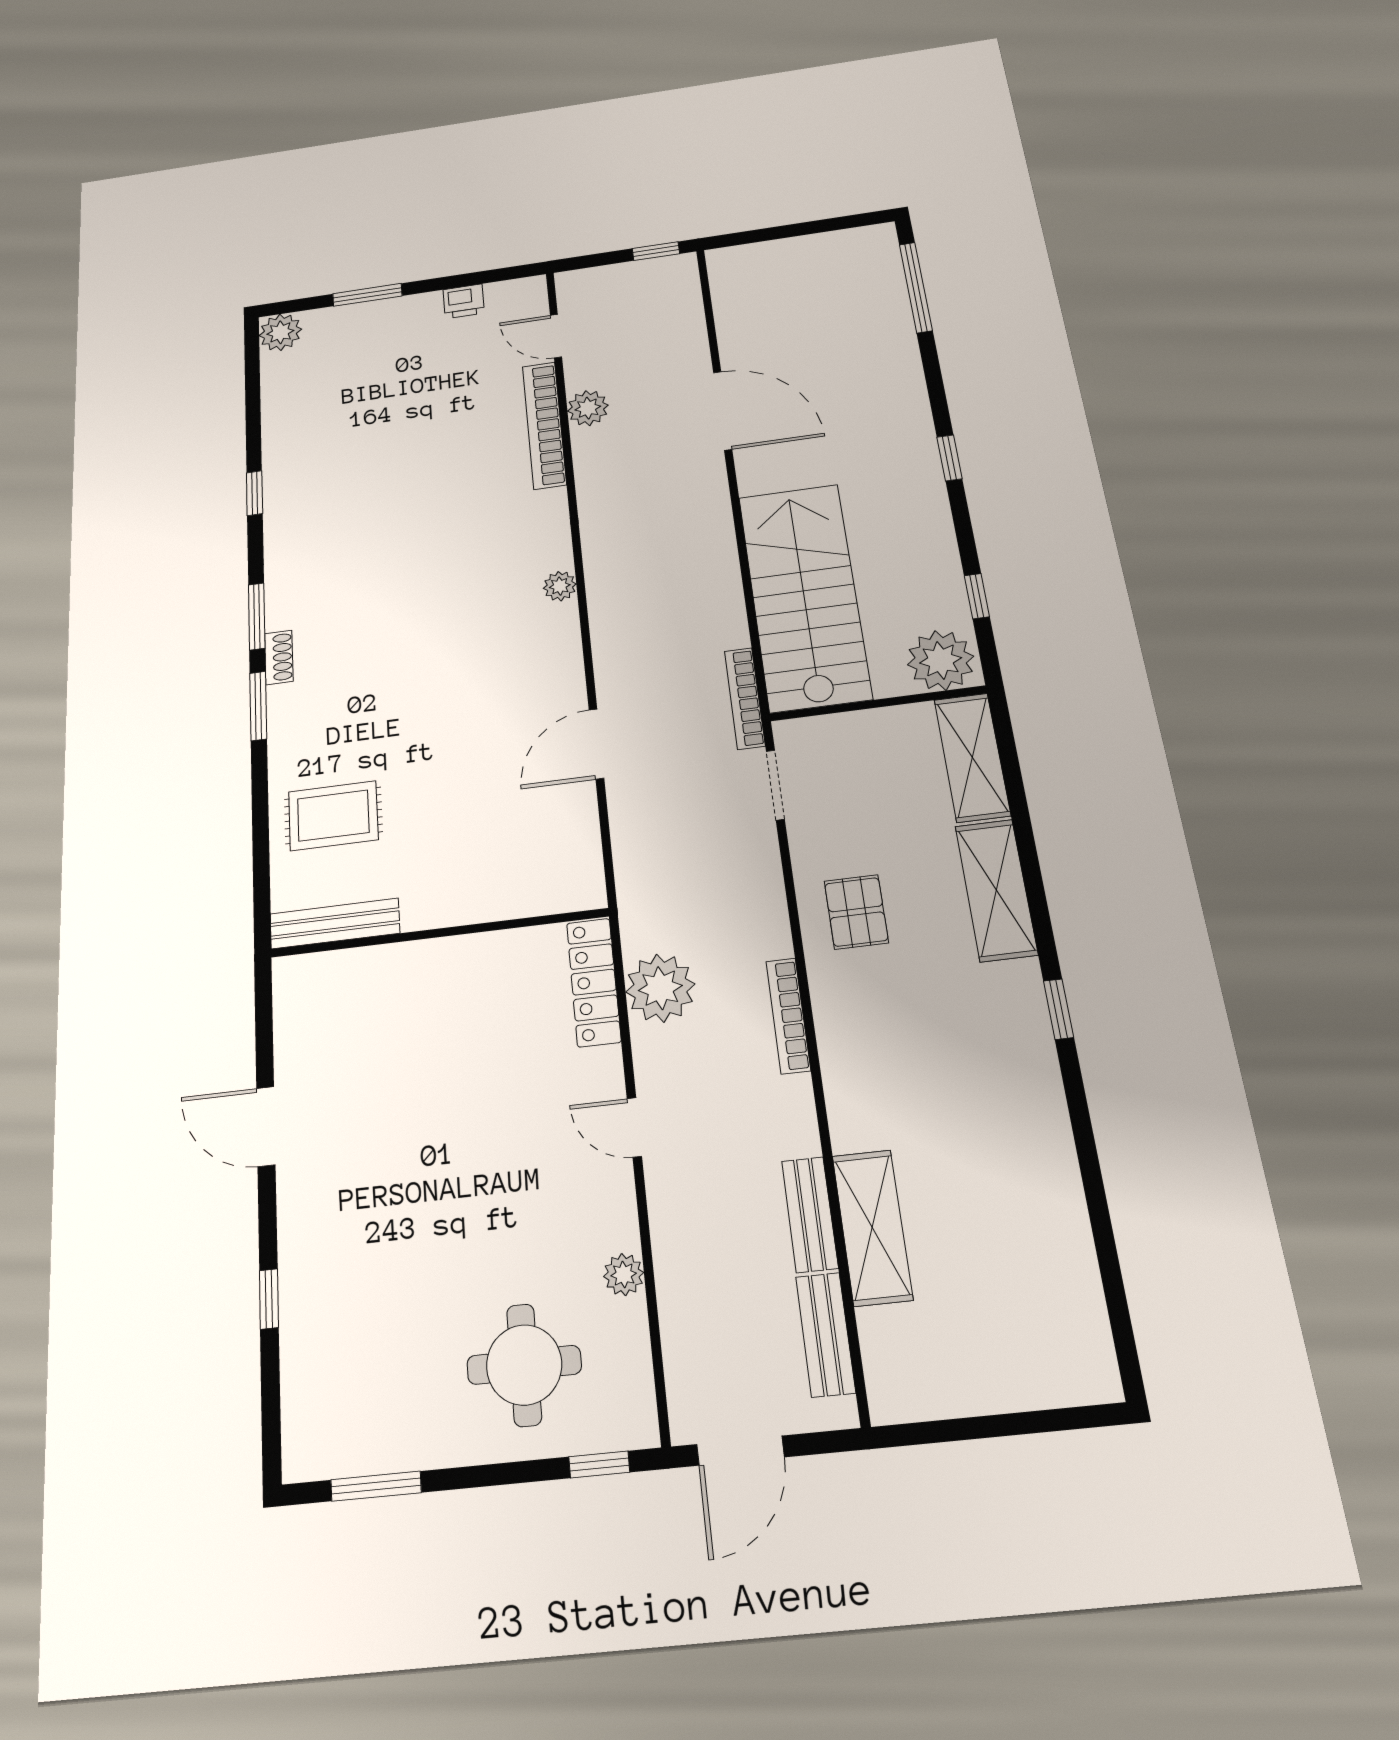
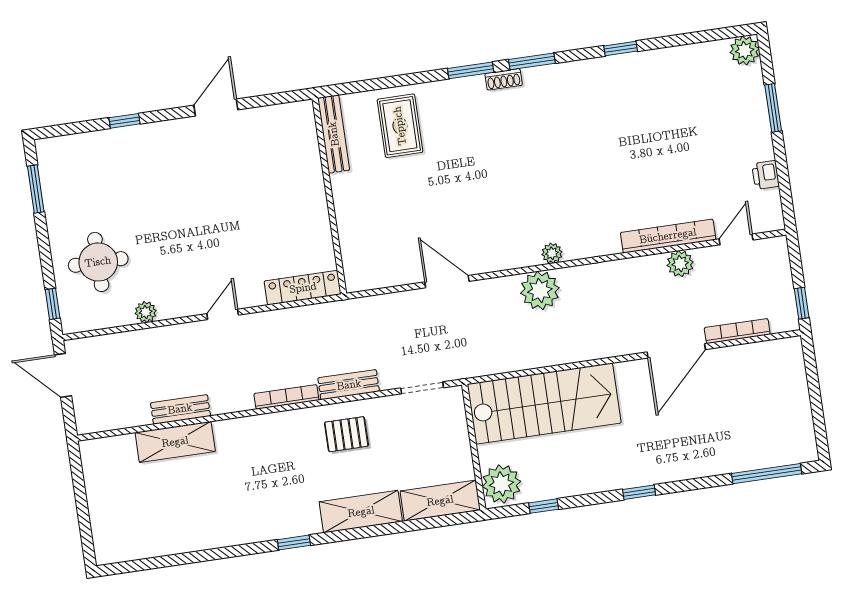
bookcase: (745, 698) -> (737, 331), moved
plant: (660, 988) -> (540, 290), moved
bench: (826, 1334) -> (349, 385), moved

